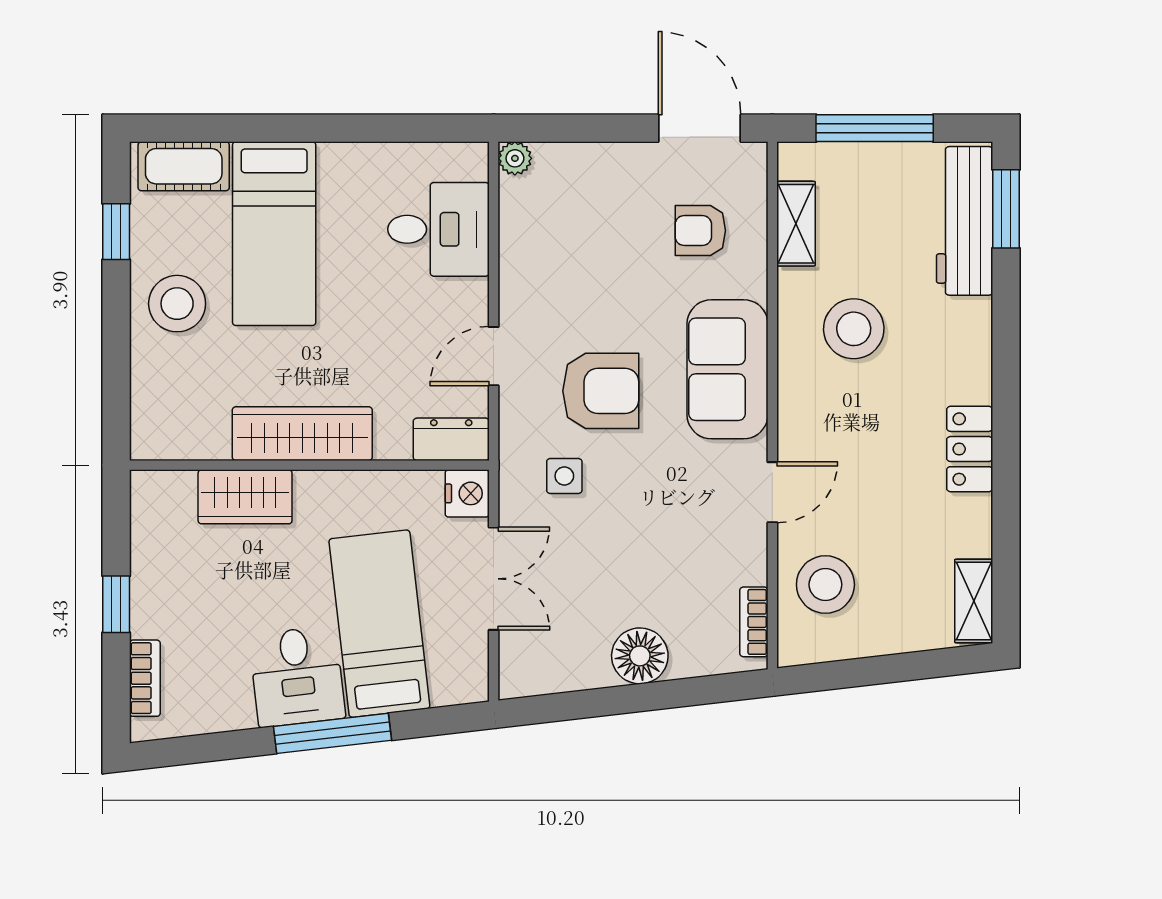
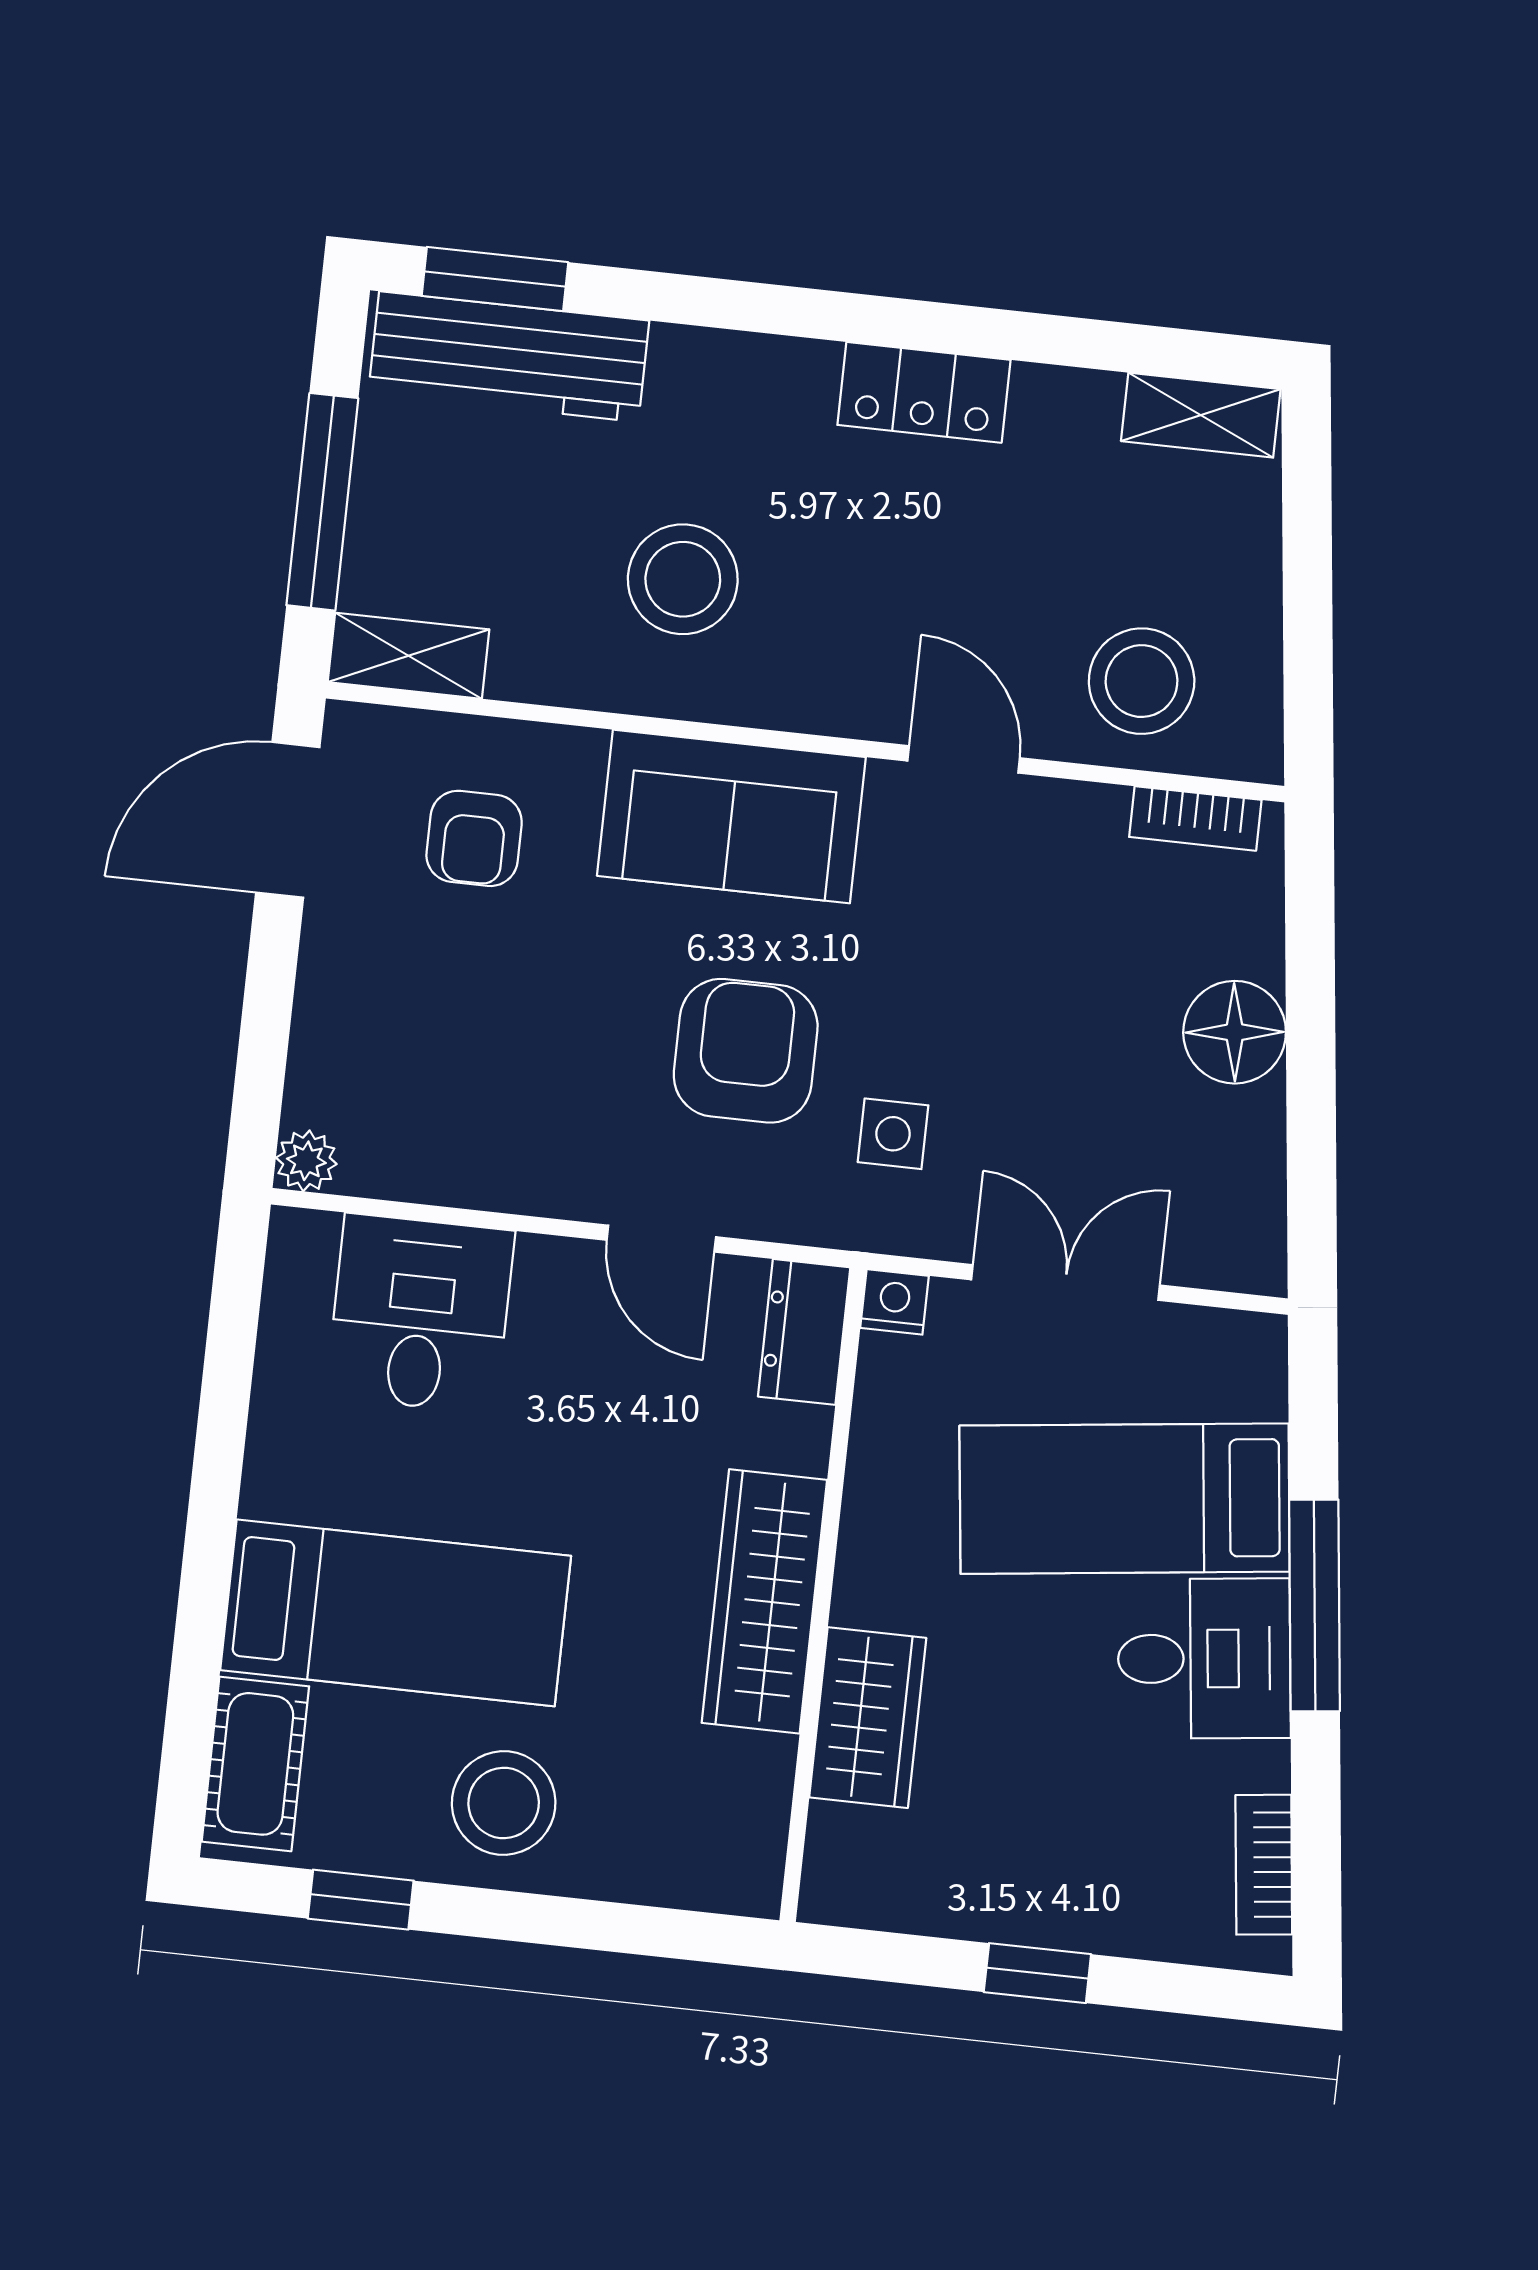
shelving: (796, 224) -> (408, 656), moved
nightstand: (467, 493) -> (895, 1302), width x0.72, depth x0.74
bookcase: (145, 678) -> (1264, 1865), moved, turned -97

